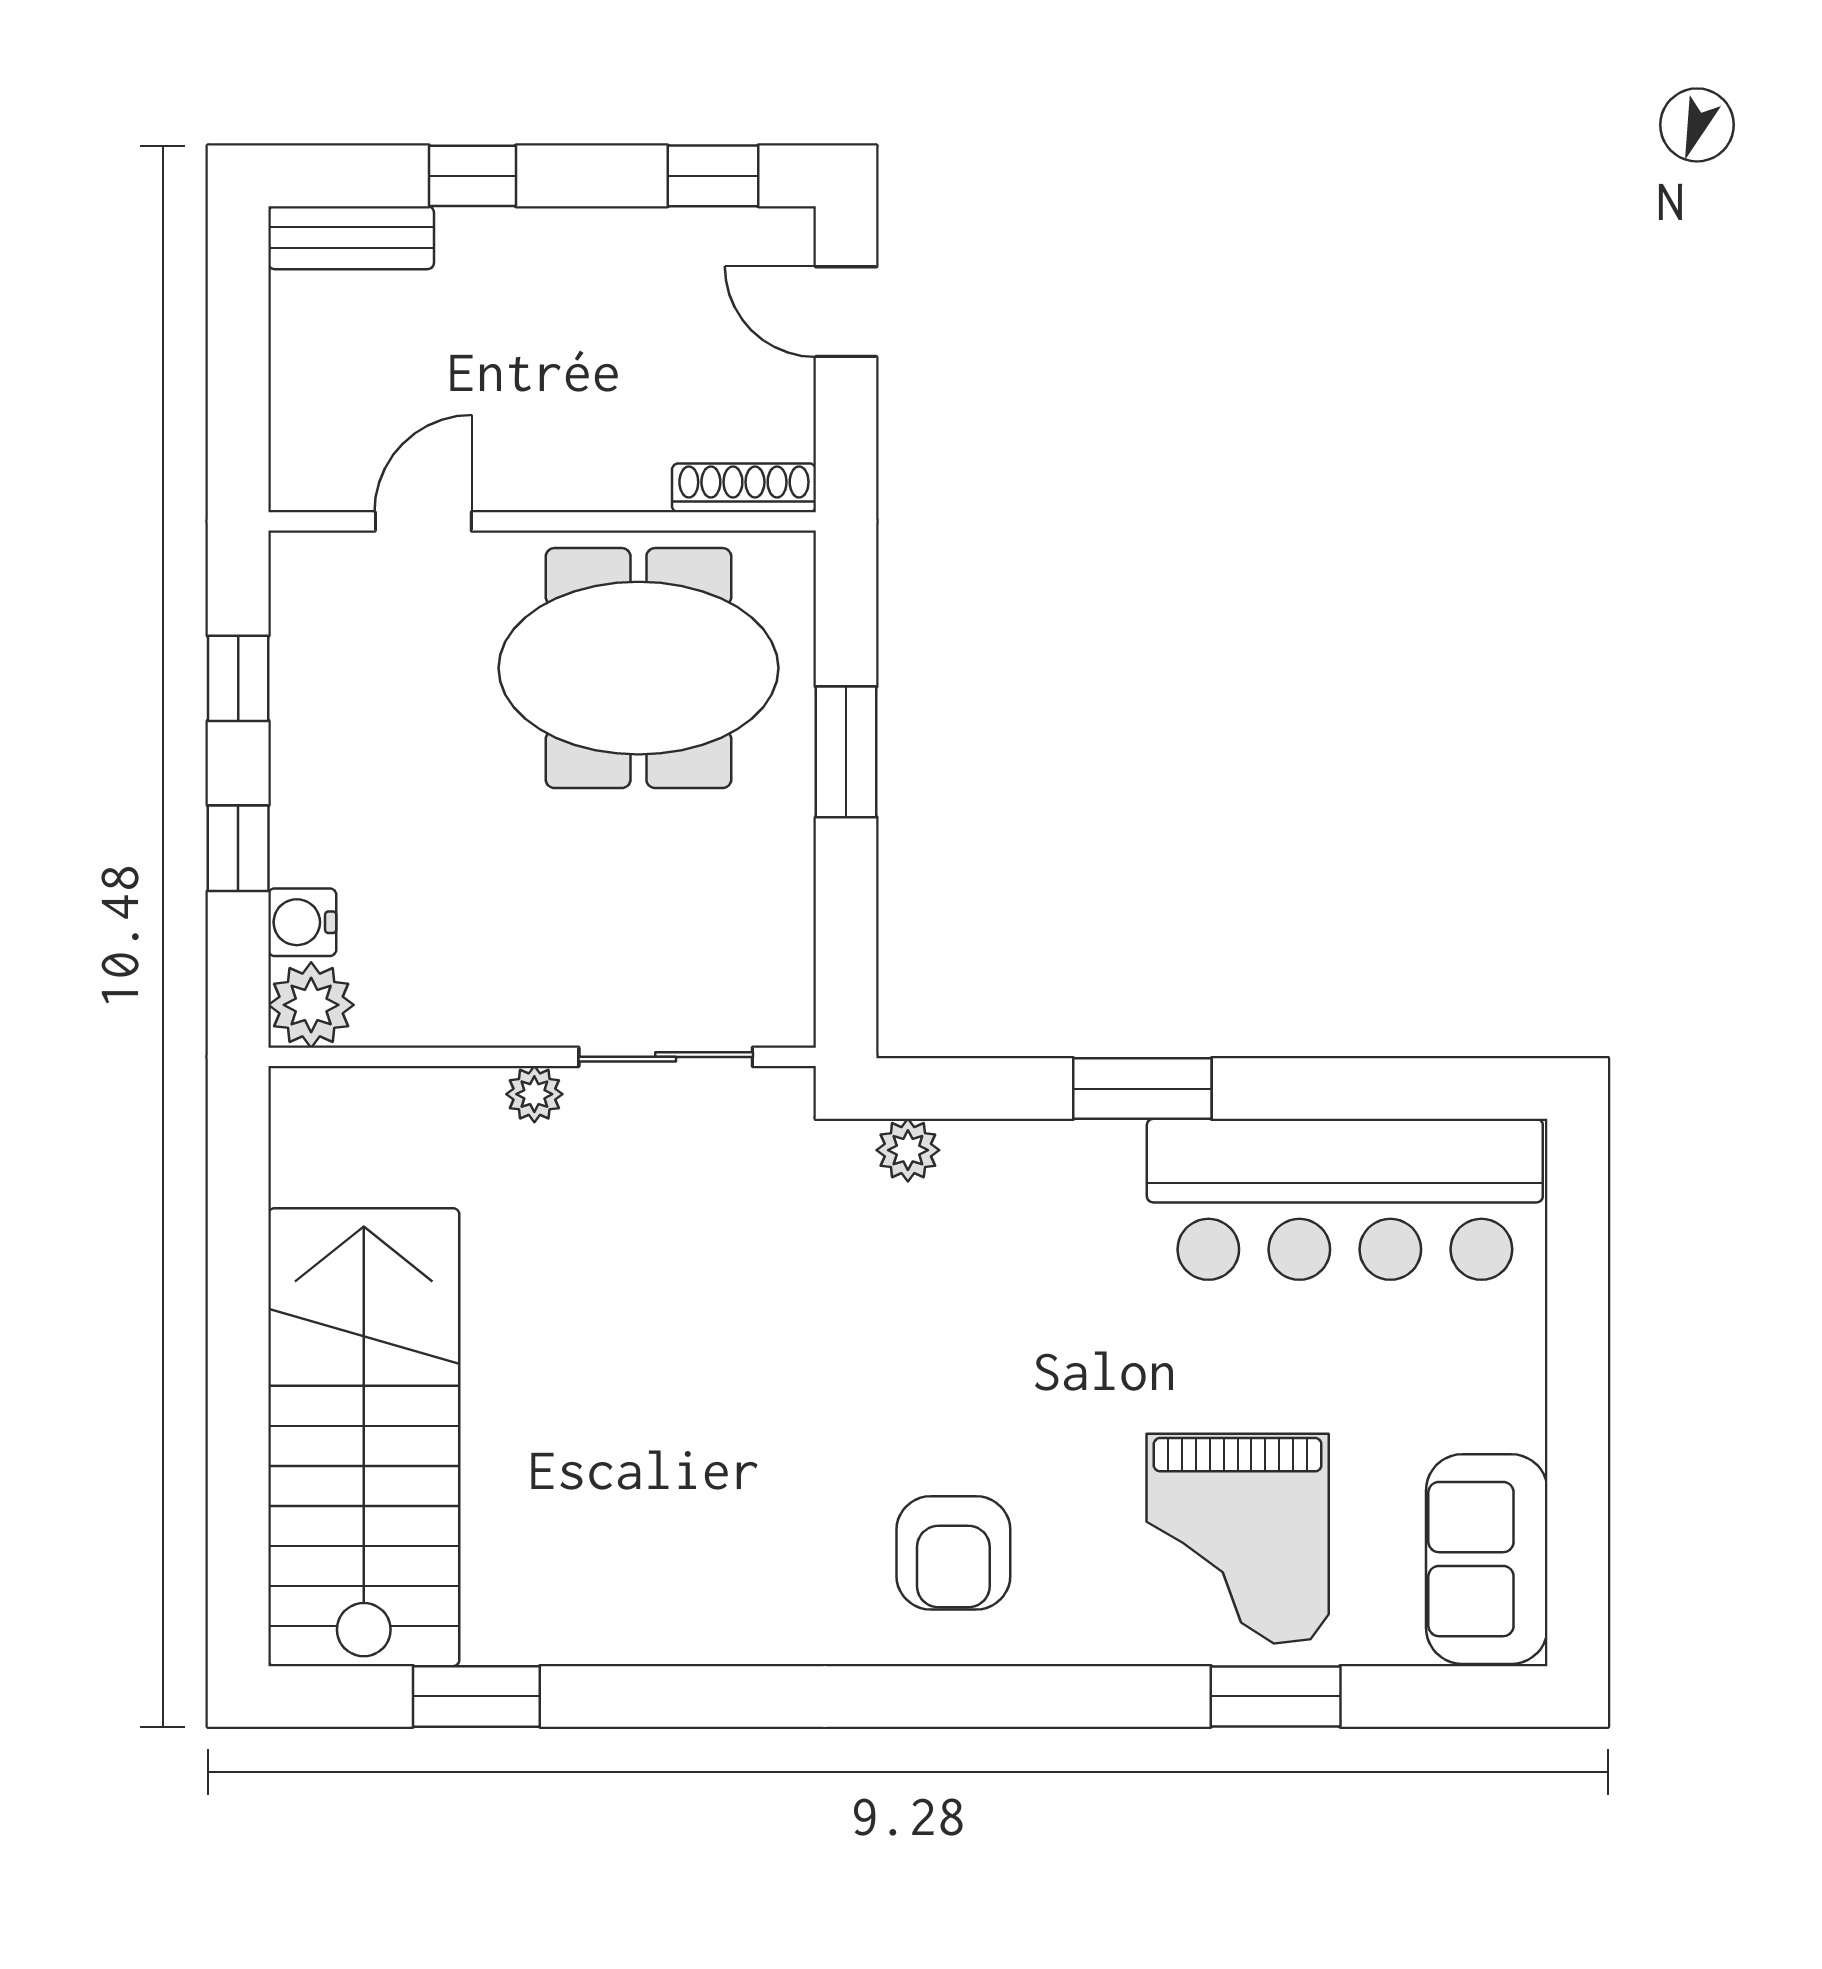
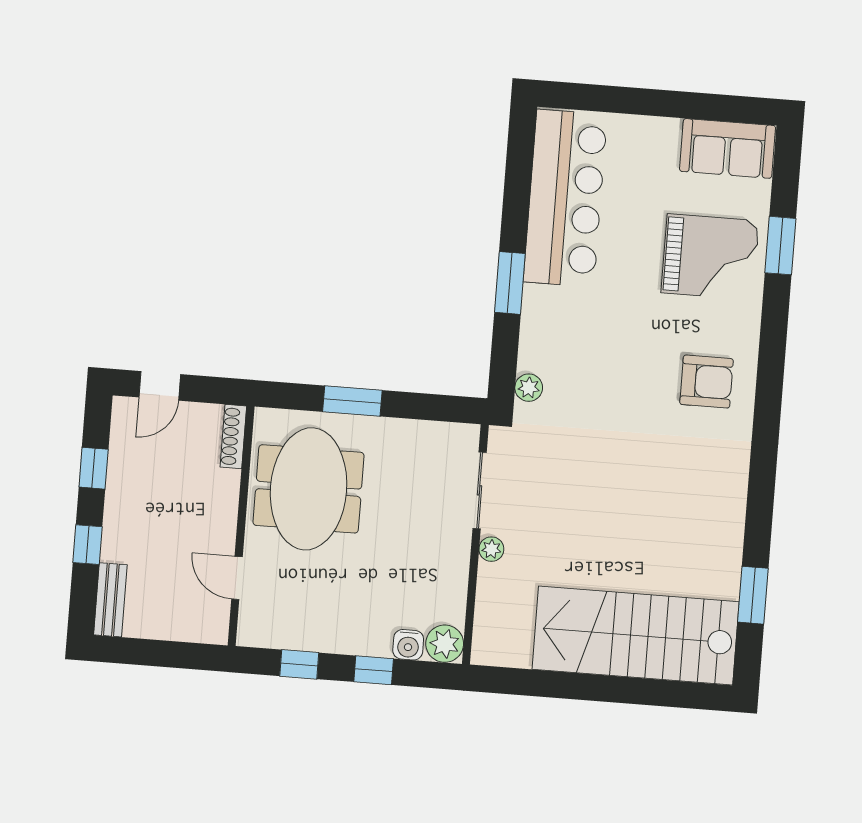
window: (713, 176) -> (94, 468), moved

